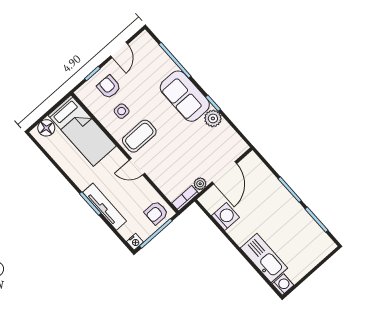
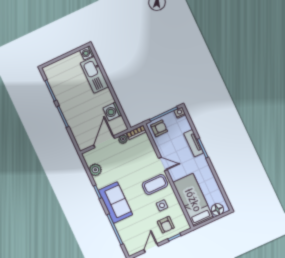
plant: (213, 118) -> (95, 170), moved
tv unit: (105, 207) -> (194, 143), width x0.71

